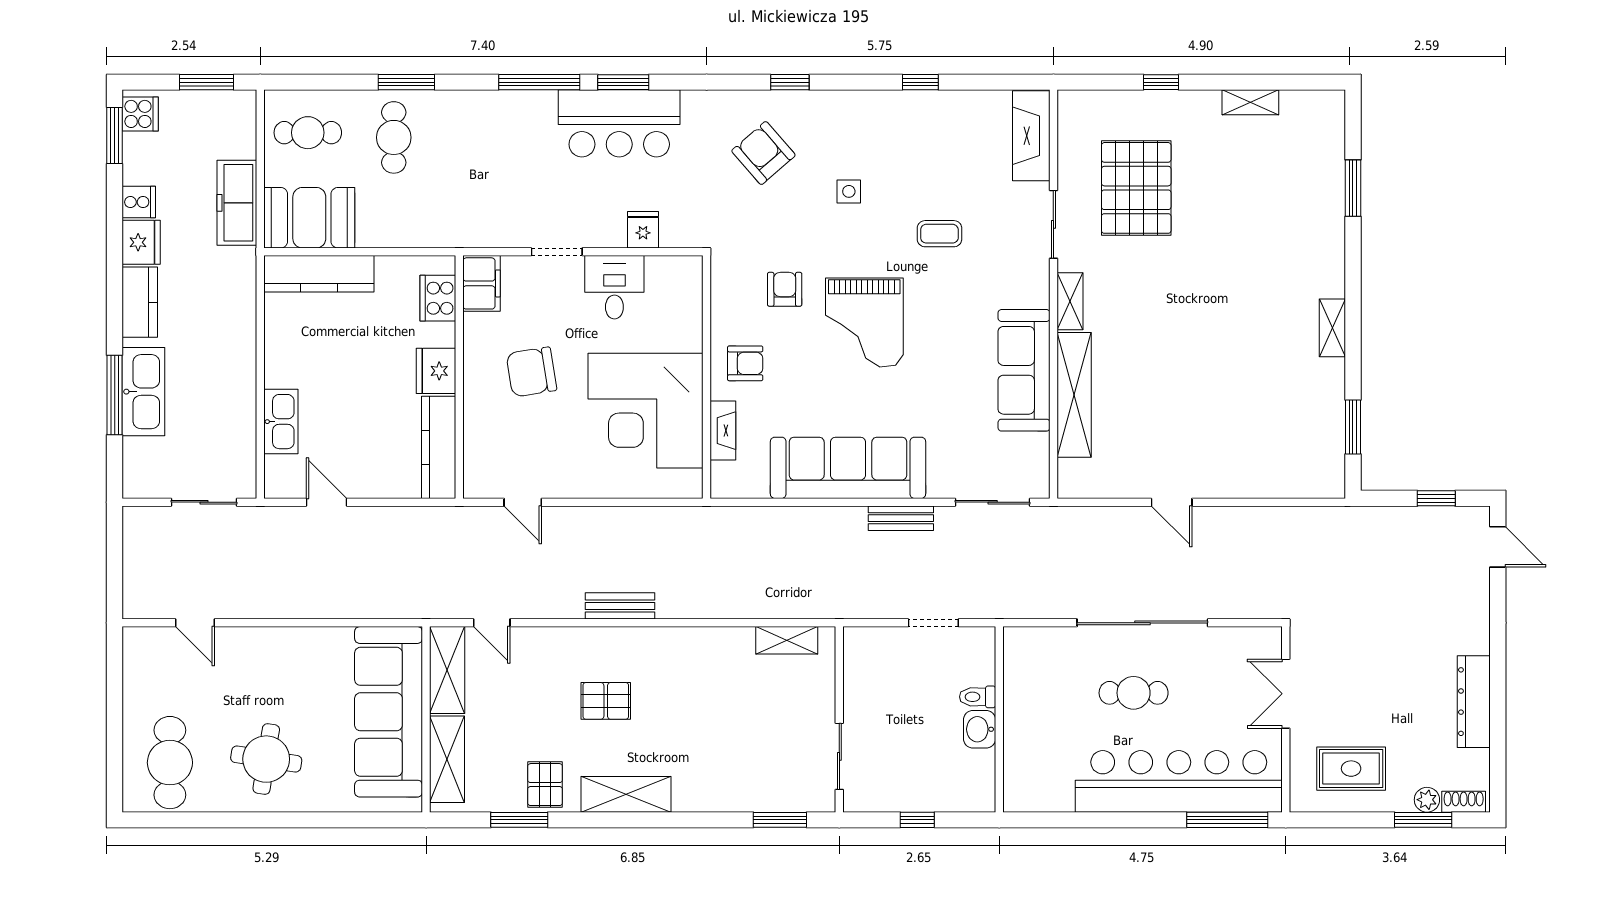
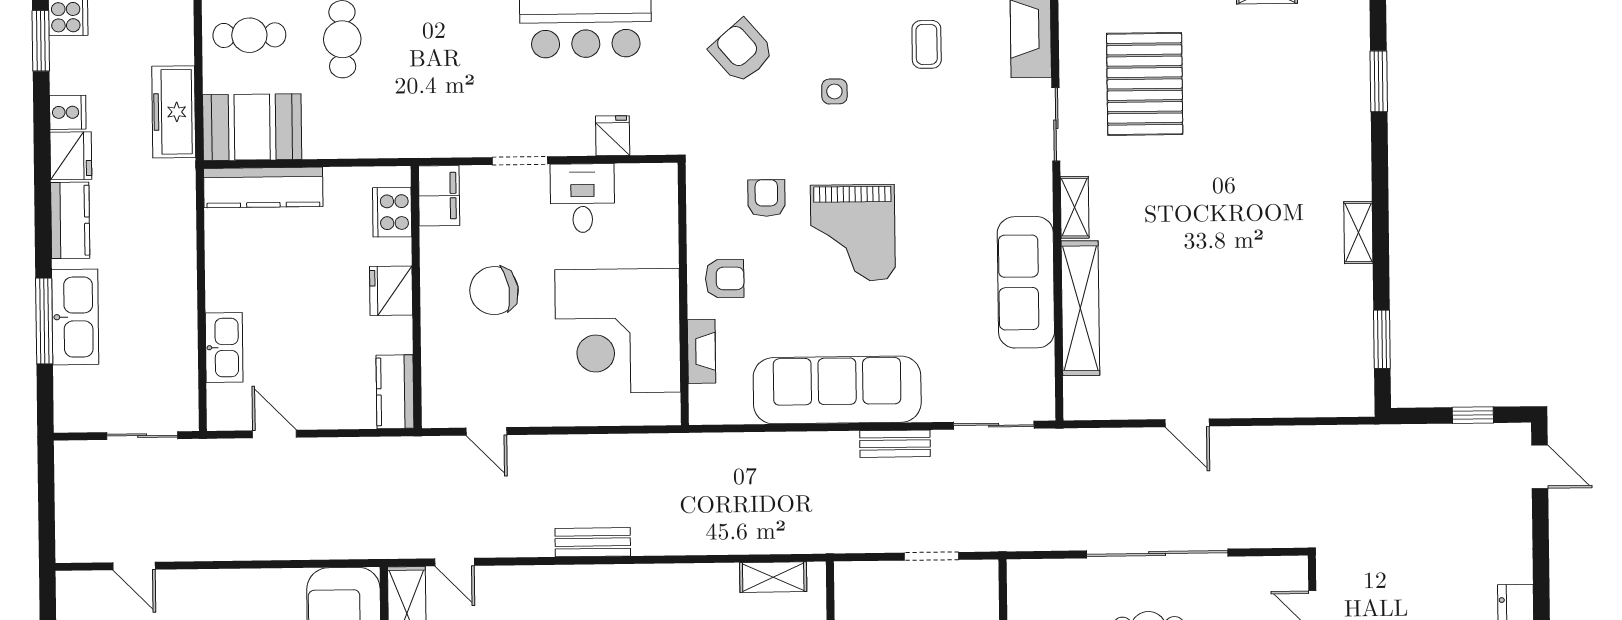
coffee table: (939, 234) -> (927, 44), moved, turned 90
kitchen counter: (439, 447) -> (395, 392), width x0.67

